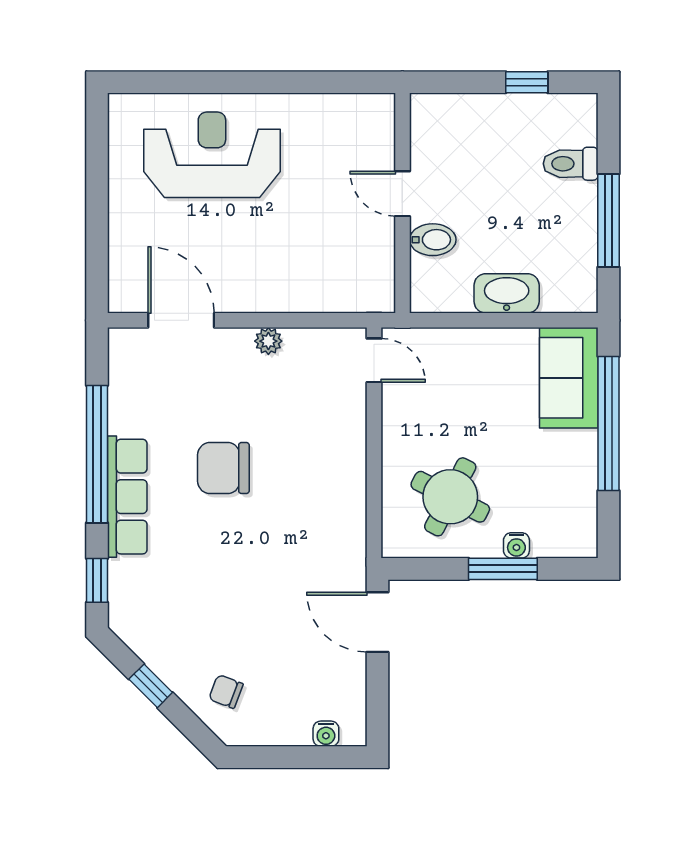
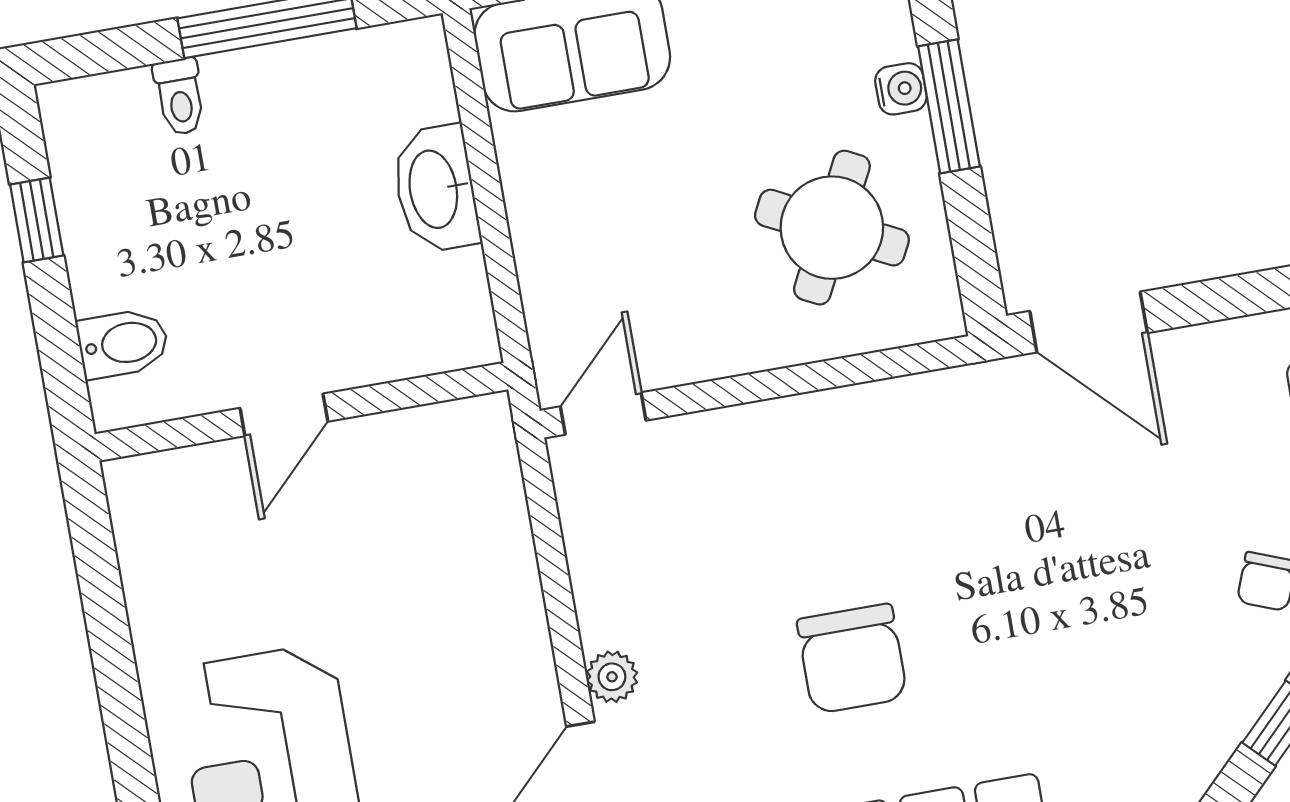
toilet: (571, 164) -> (180, 97), width x0.73, depth x0.72
bidet: (433, 240) -> (123, 343), moved, turned 90
plant: (268, 341) -> (612, 677), moved
door: (378, 622) -> (1089, 322), hinge flipped

